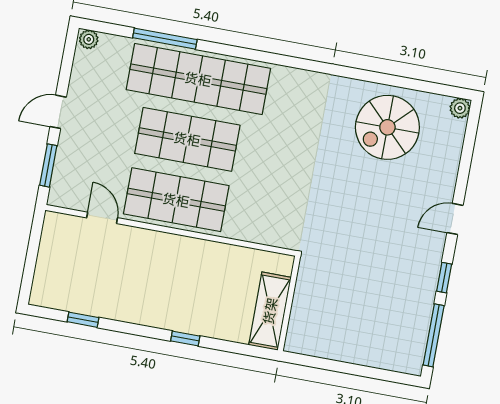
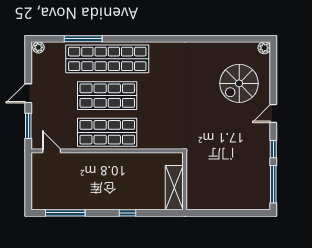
spiral stairs: (387, 127) -> (239, 83), moved
door: (102, 218) -> (52, 151), moved
window: (83, 320) -> (65, 213), width x2.17

